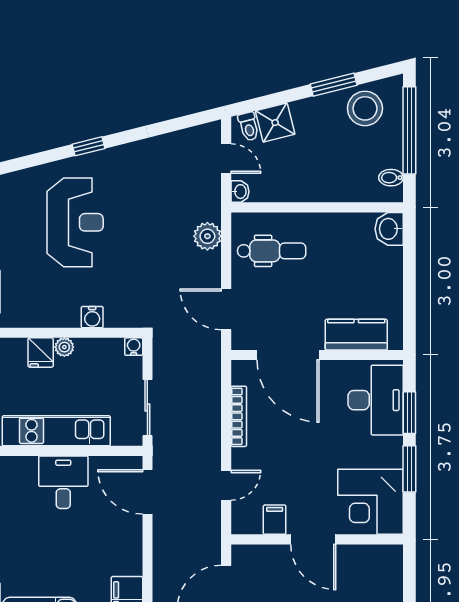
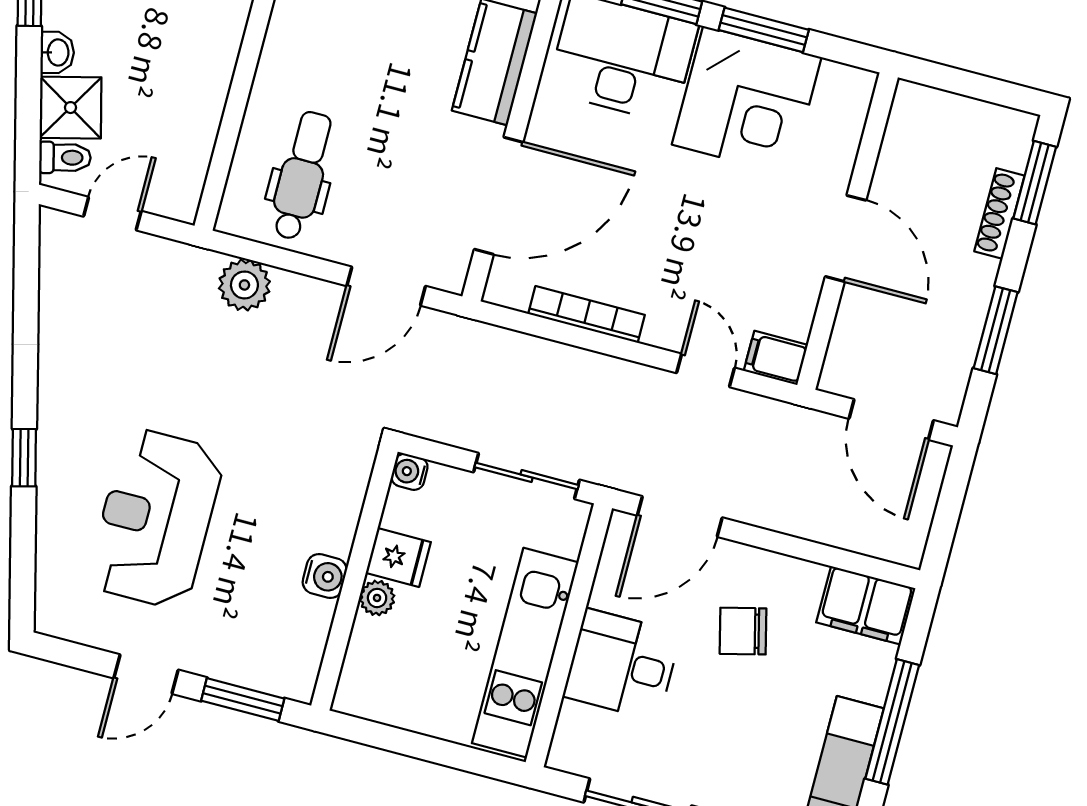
washbasin: (240, 192) -> (57, 52), moved, turned 76
reception desk: (75, 222) -> (156, 519), turned -90
water cooler: (92, 317) -> (325, 576), moved
fridge: (41, 352) -> (398, 558), moved
corner desk: (371, 502) -> (747, 101), moved
filing cabinet: (275, 520) -> (776, 358), moved
door: (313, 539) -> (846, 238), hinge flipped
chair: (97, 540) -> (743, 631), added

